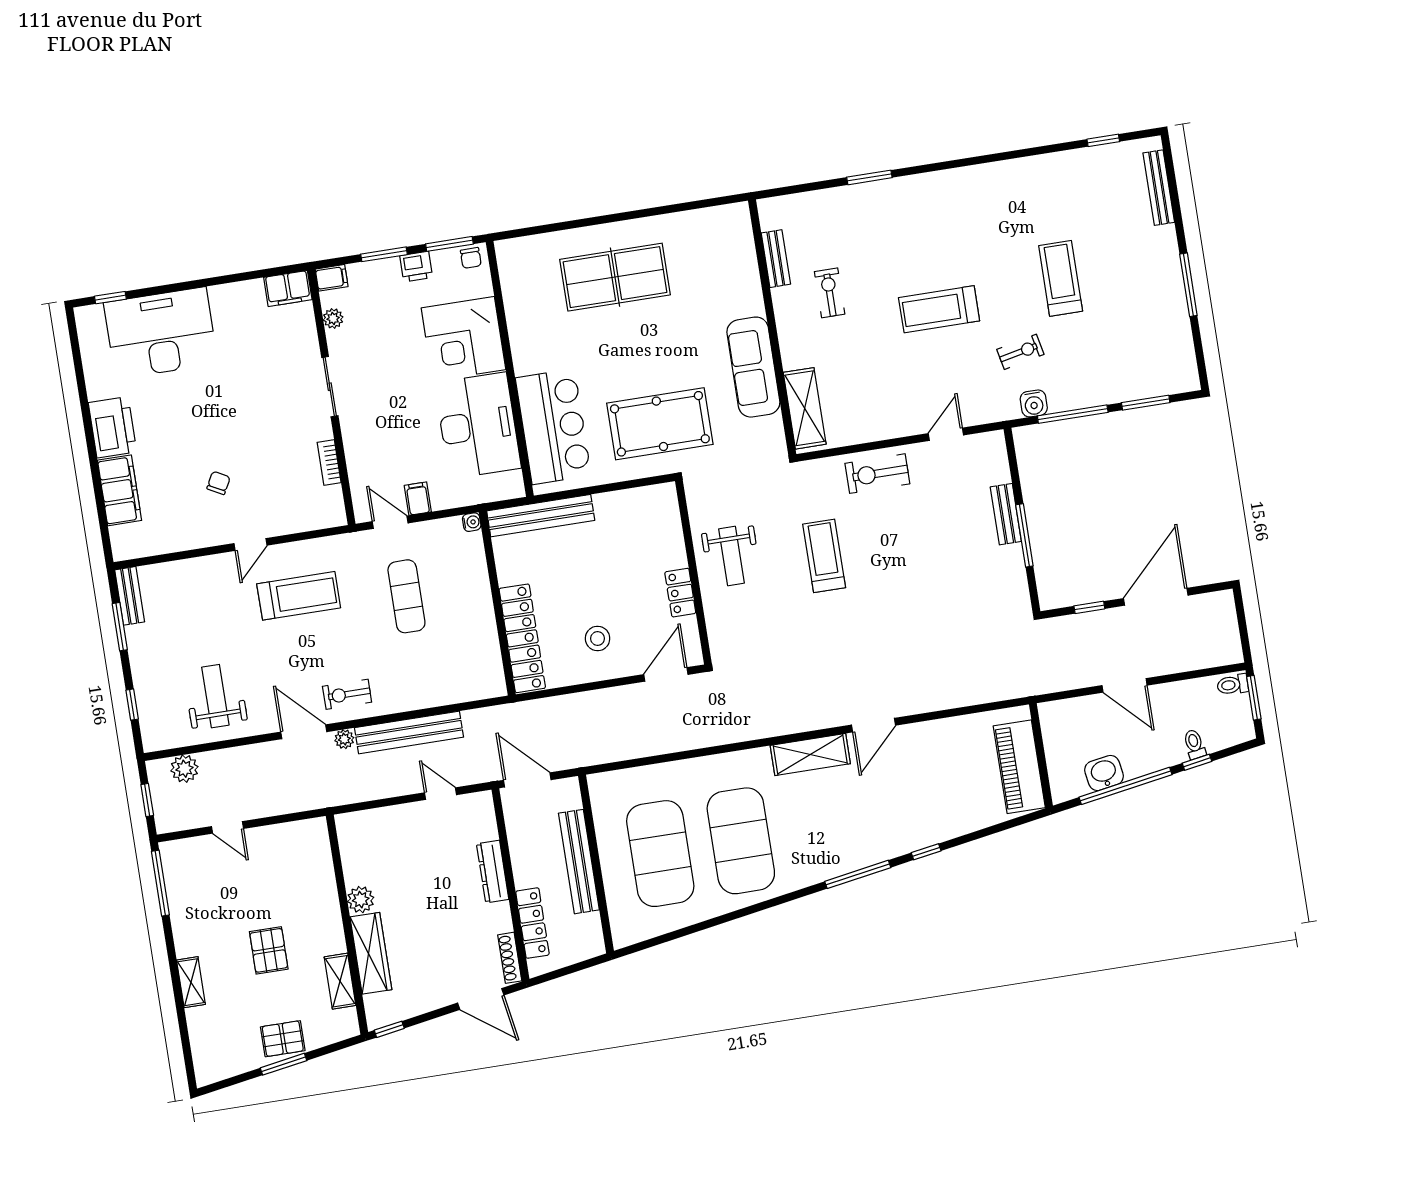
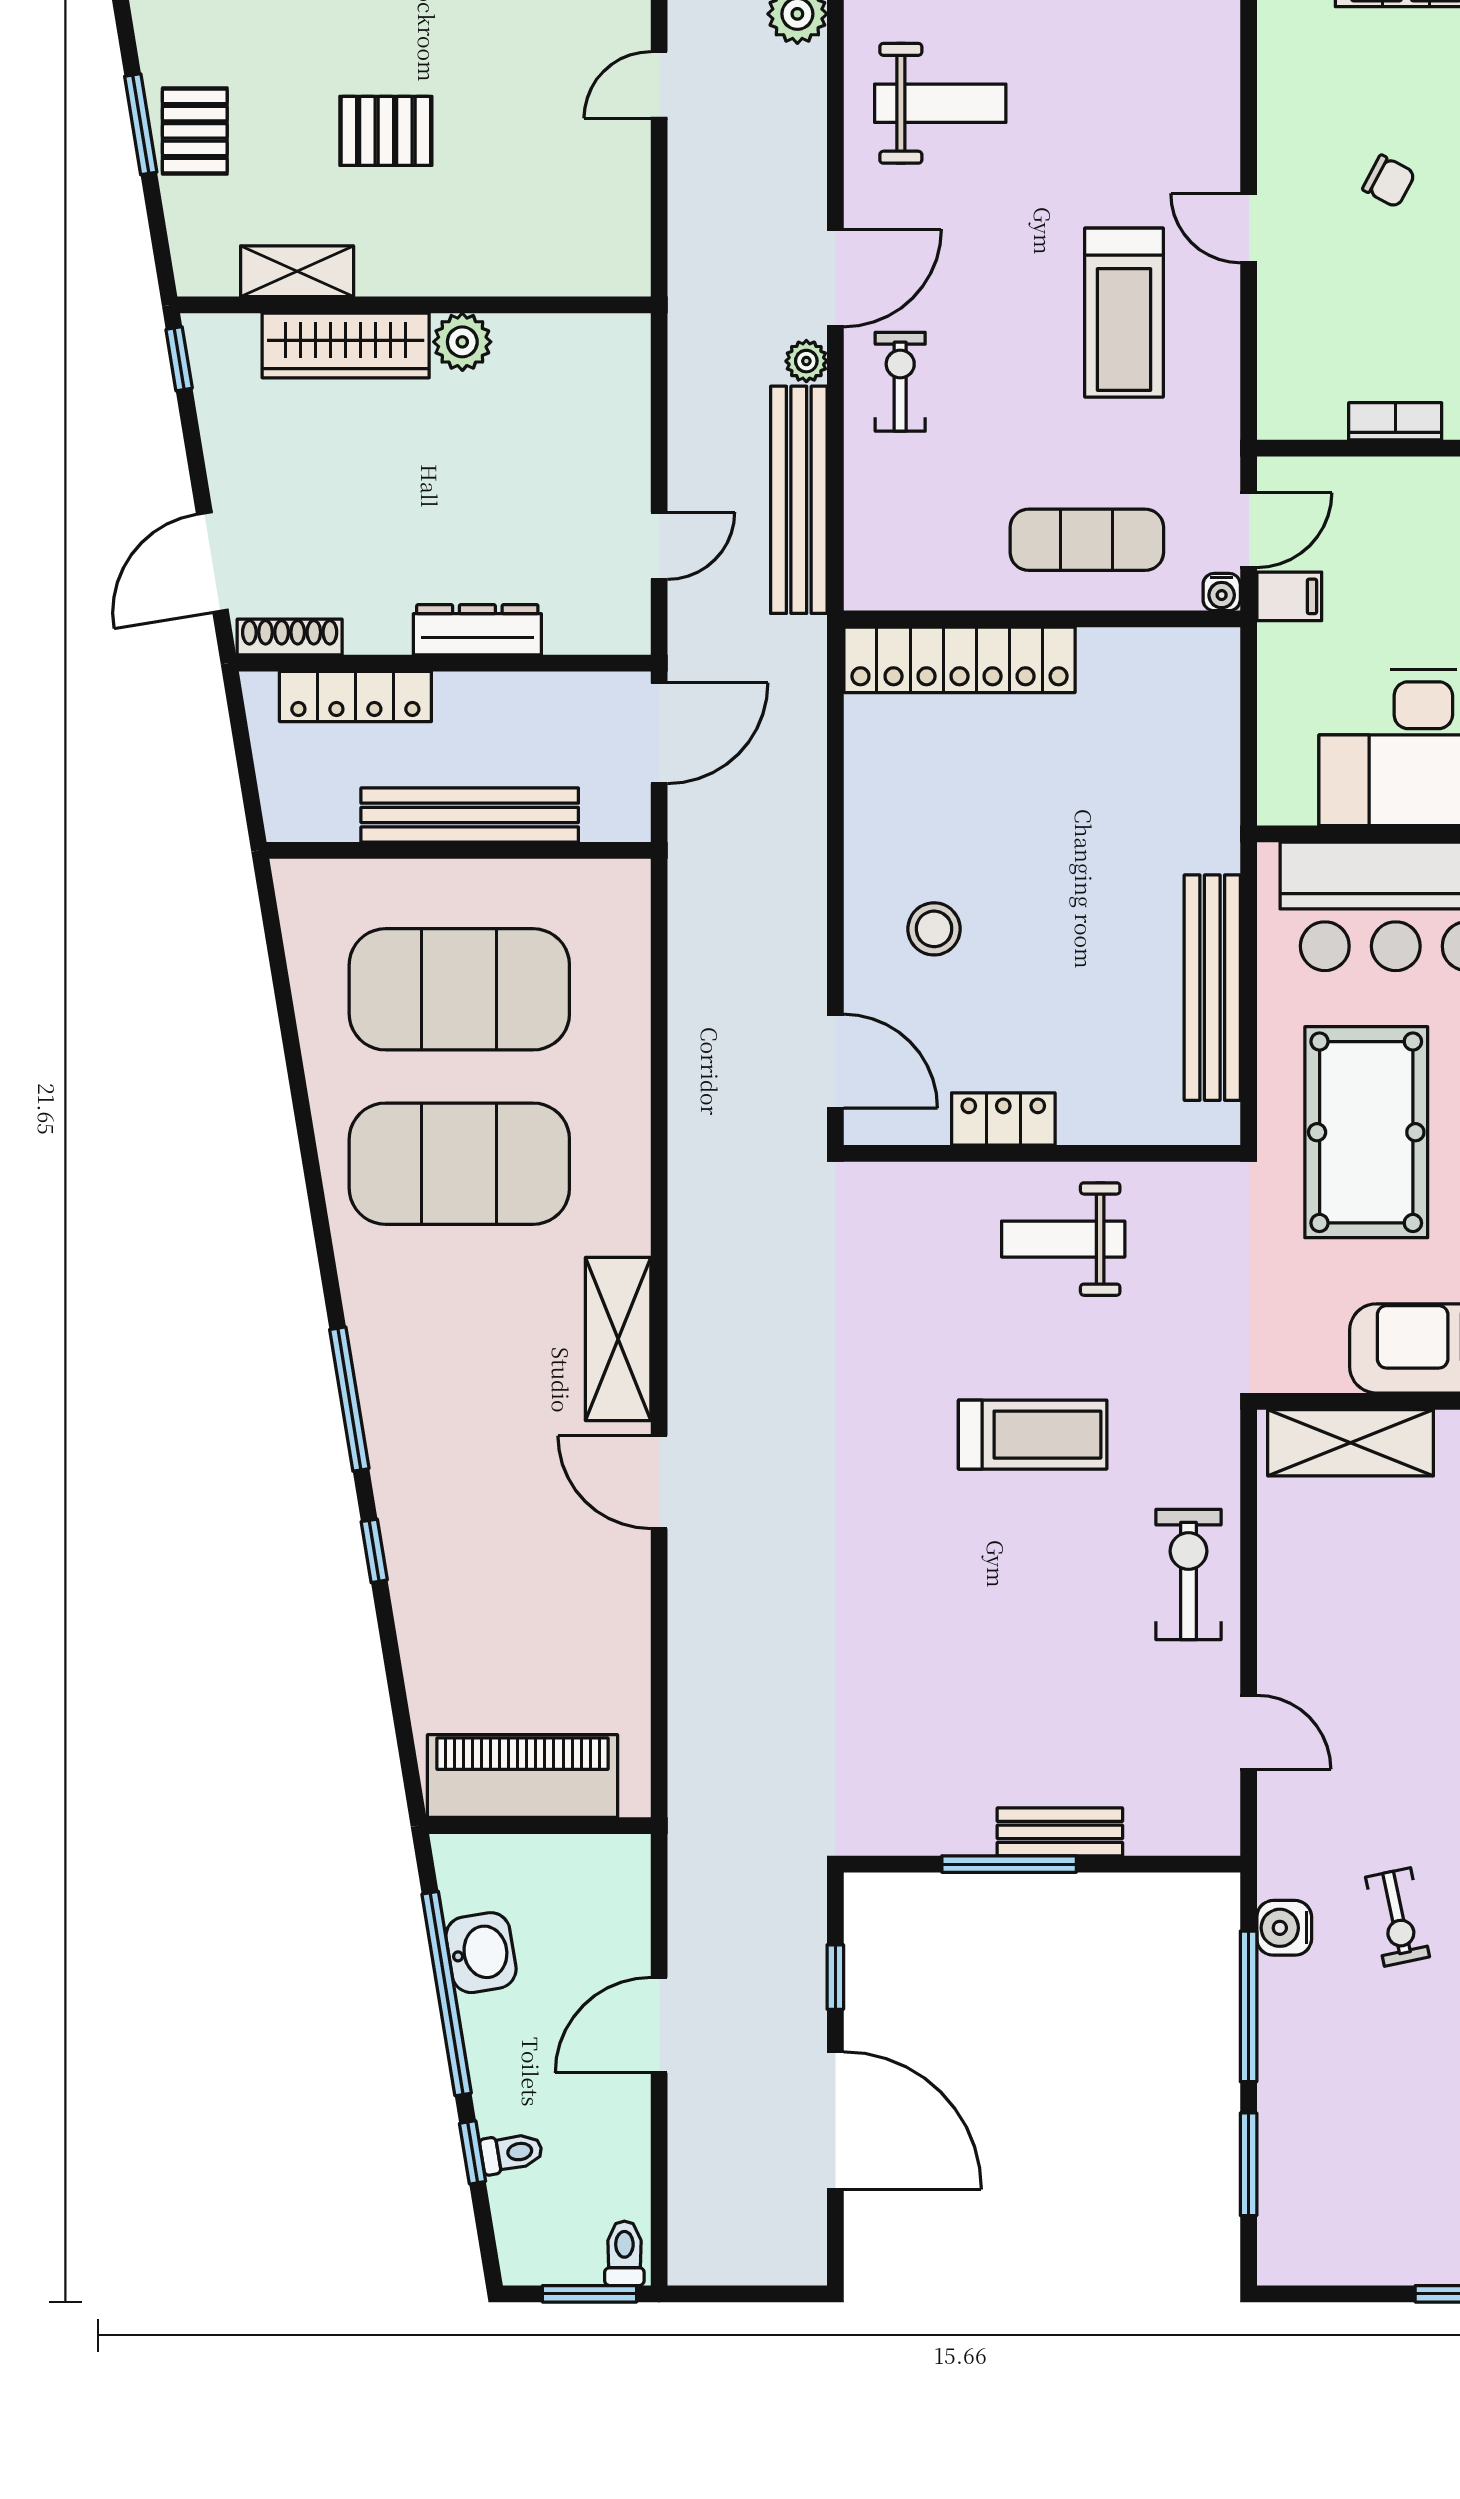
bench: (541, 516) -> (1212, 988), moved
water cooler: (472, 522) -> (1222, 592), moved
wall: (497, 603) -> (1042, 619), moved
locker: (522, 638) -> (960, 660), moved

